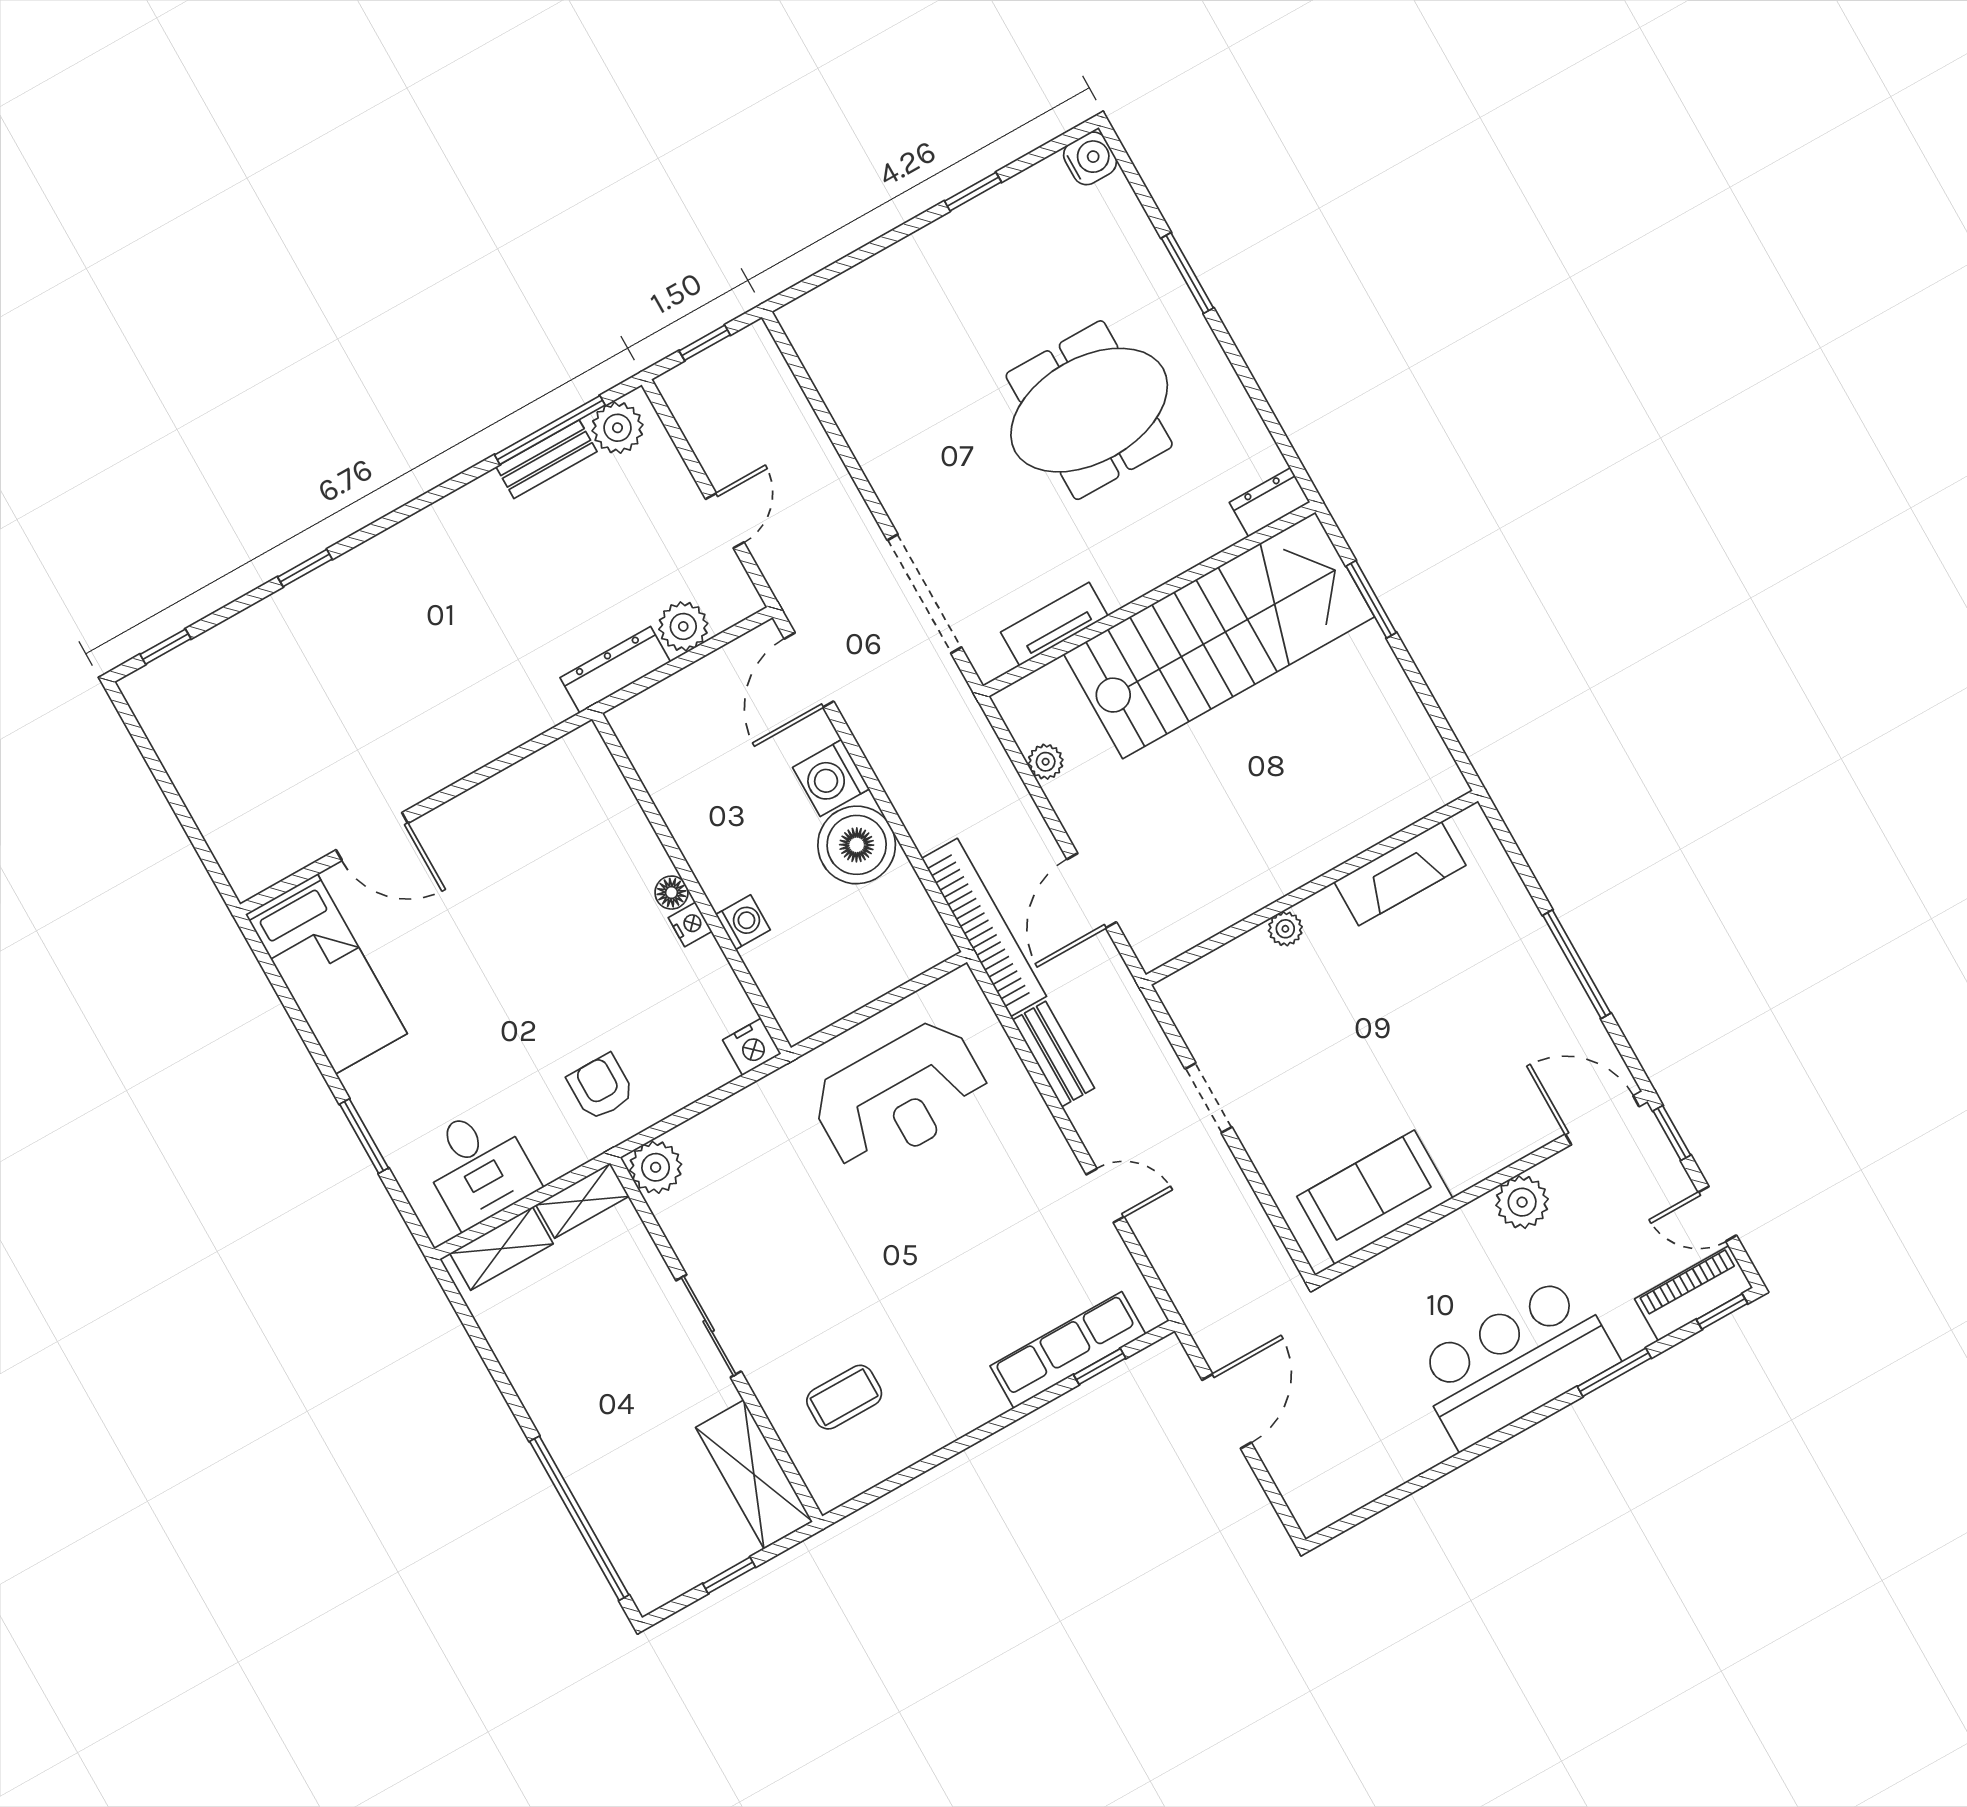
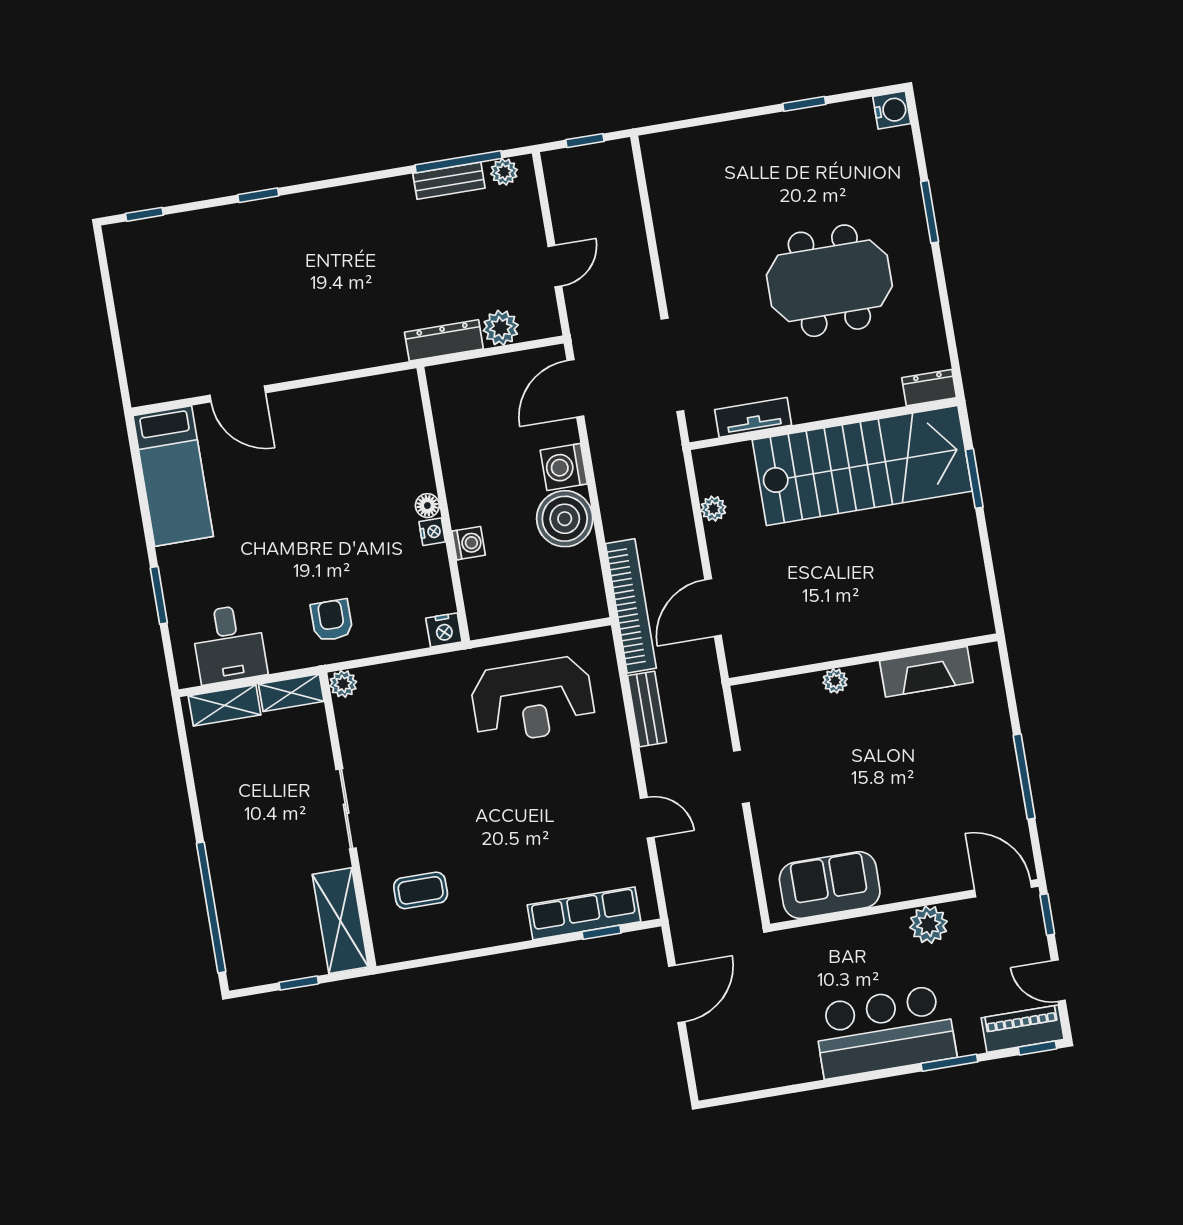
plant: (617, 428) -> (504, 172), width x0.73, depth x0.73
plant: (656, 1167) -> (343, 684), width x0.73, depth x0.73

